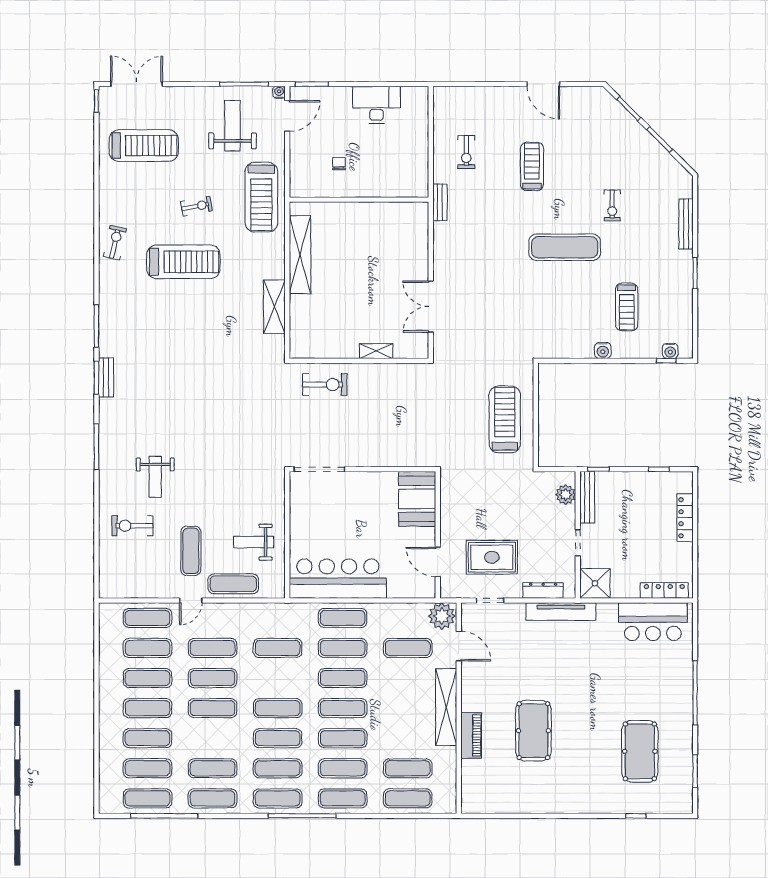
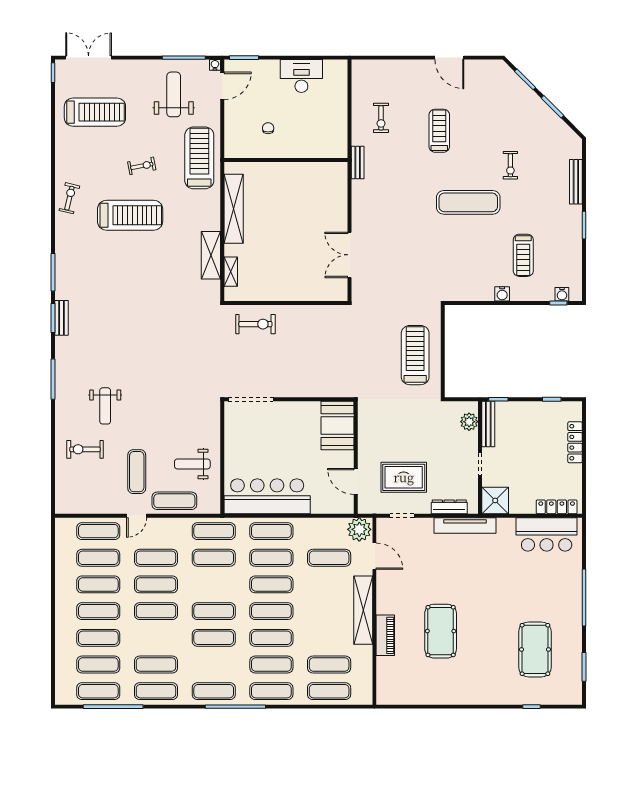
treadmill: (261, 197) -> (199, 158), turned 180
shelving: (376, 351) -> (231, 272), moved, turned 90
exercise mat: (278, 768) -> (214, 531), moved

